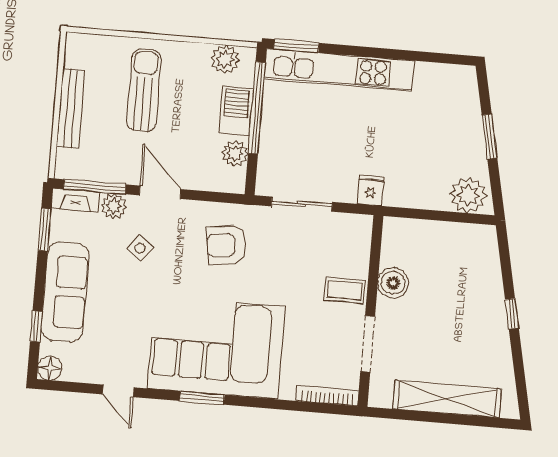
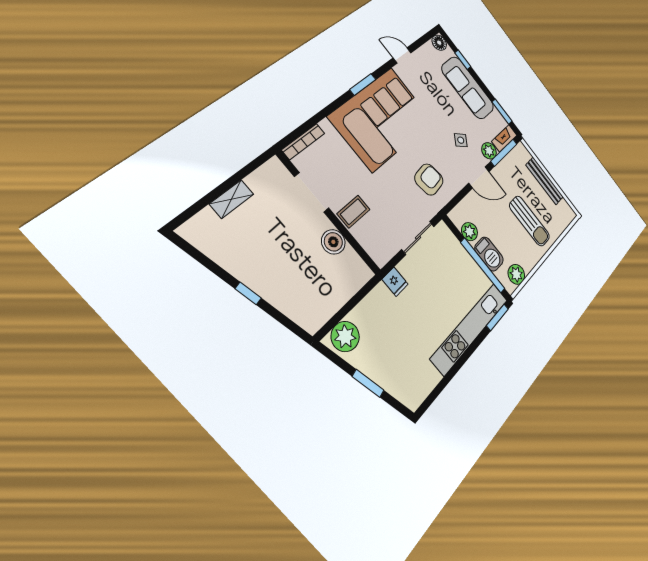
shelving: (447, 399) -> (232, 199), width x0.45, depth x0.75

